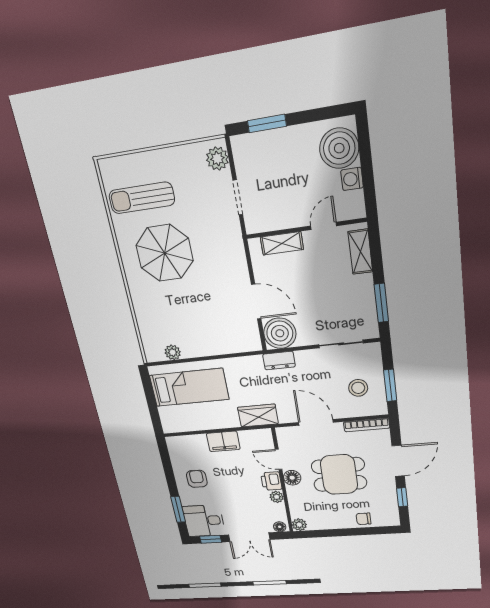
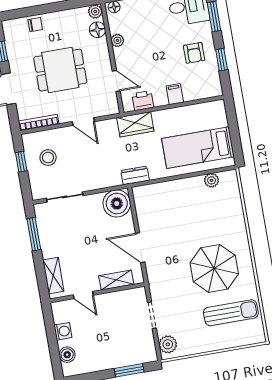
boiler: (339, 148) -> (67, 355), width x0.54, depth x0.54
door: (324, 226) -> (83, 295), hinge flipped
door: (256, 301) -> (140, 248), moved
dresser: (279, 361) -> (135, 175), moved
window: (390, 385) -> (21, 162), width x0.67
door: (316, 422) -> (83, 122), width x0.73
filing cabinet: (223, 441) -> (175, 94), width x0.50
window: (168, 470) -> (222, 60), added
floor lamp: (292, 478) -> (97, 30), moved
printer: (271, 481) -> (143, 101), moved, turned -90

